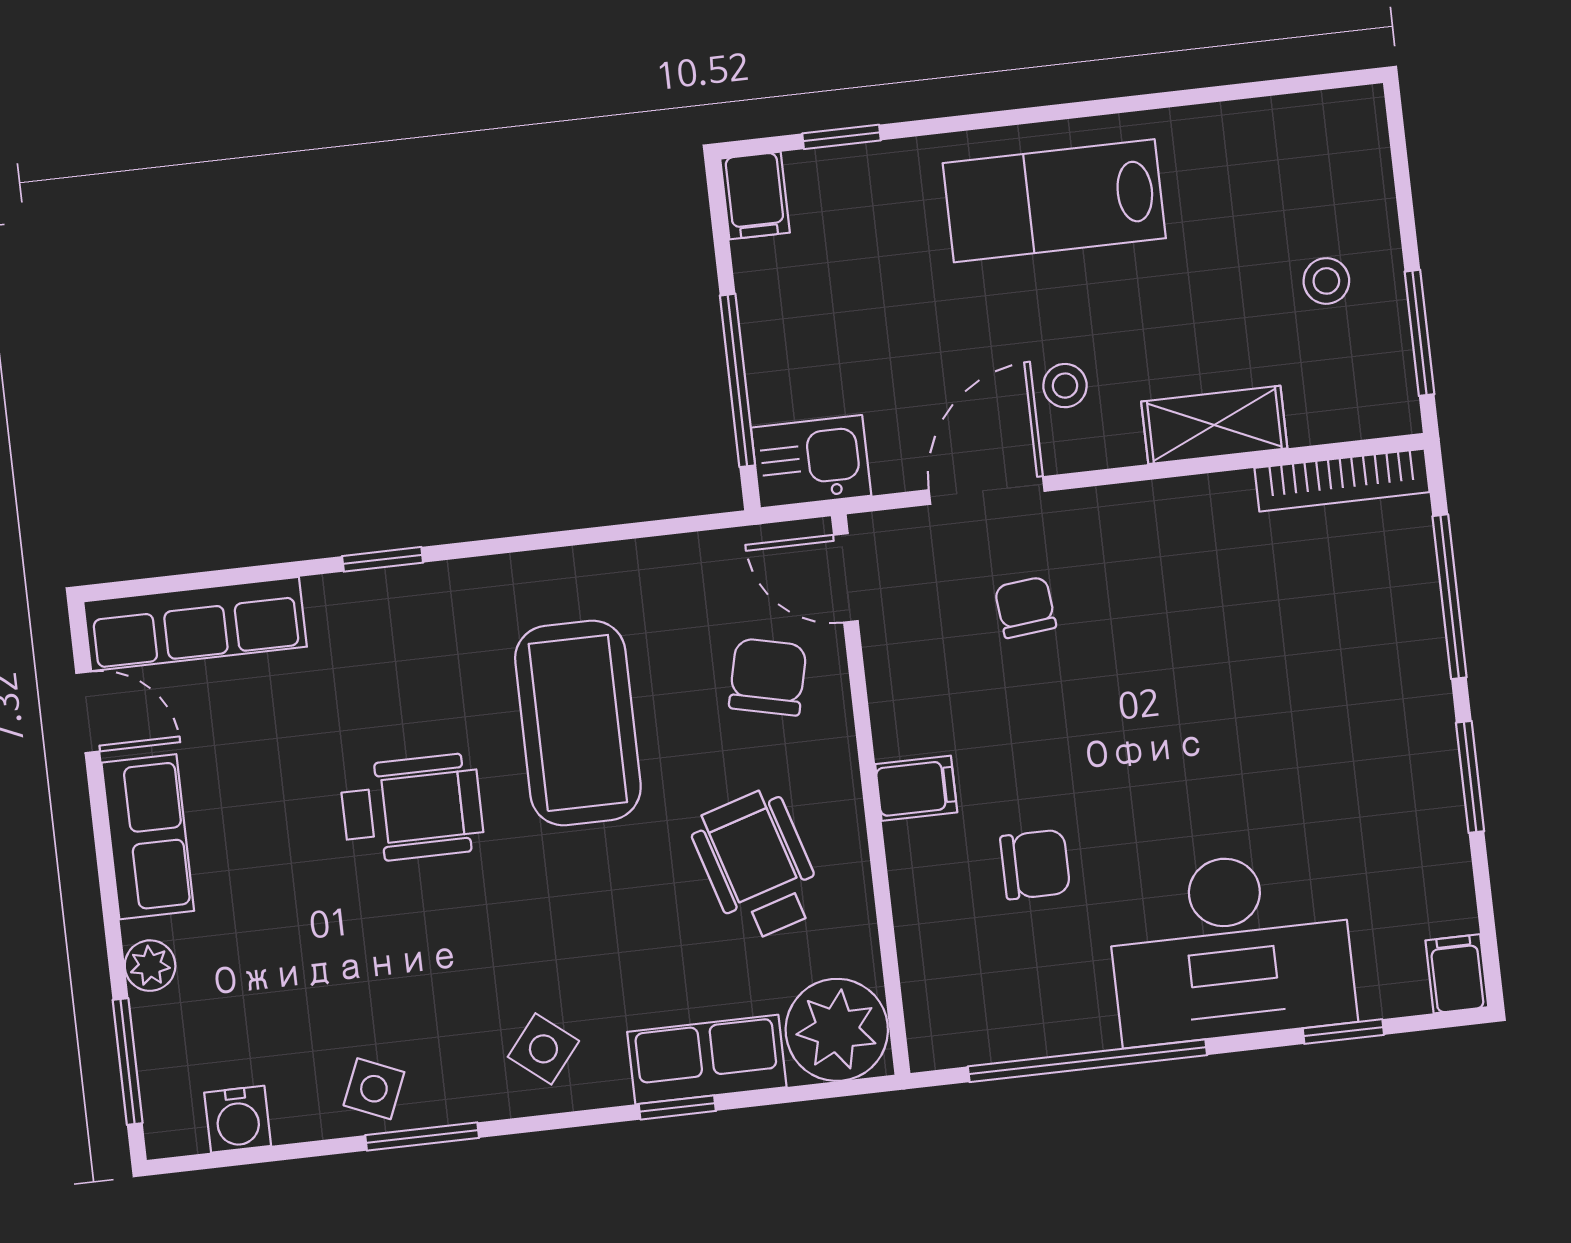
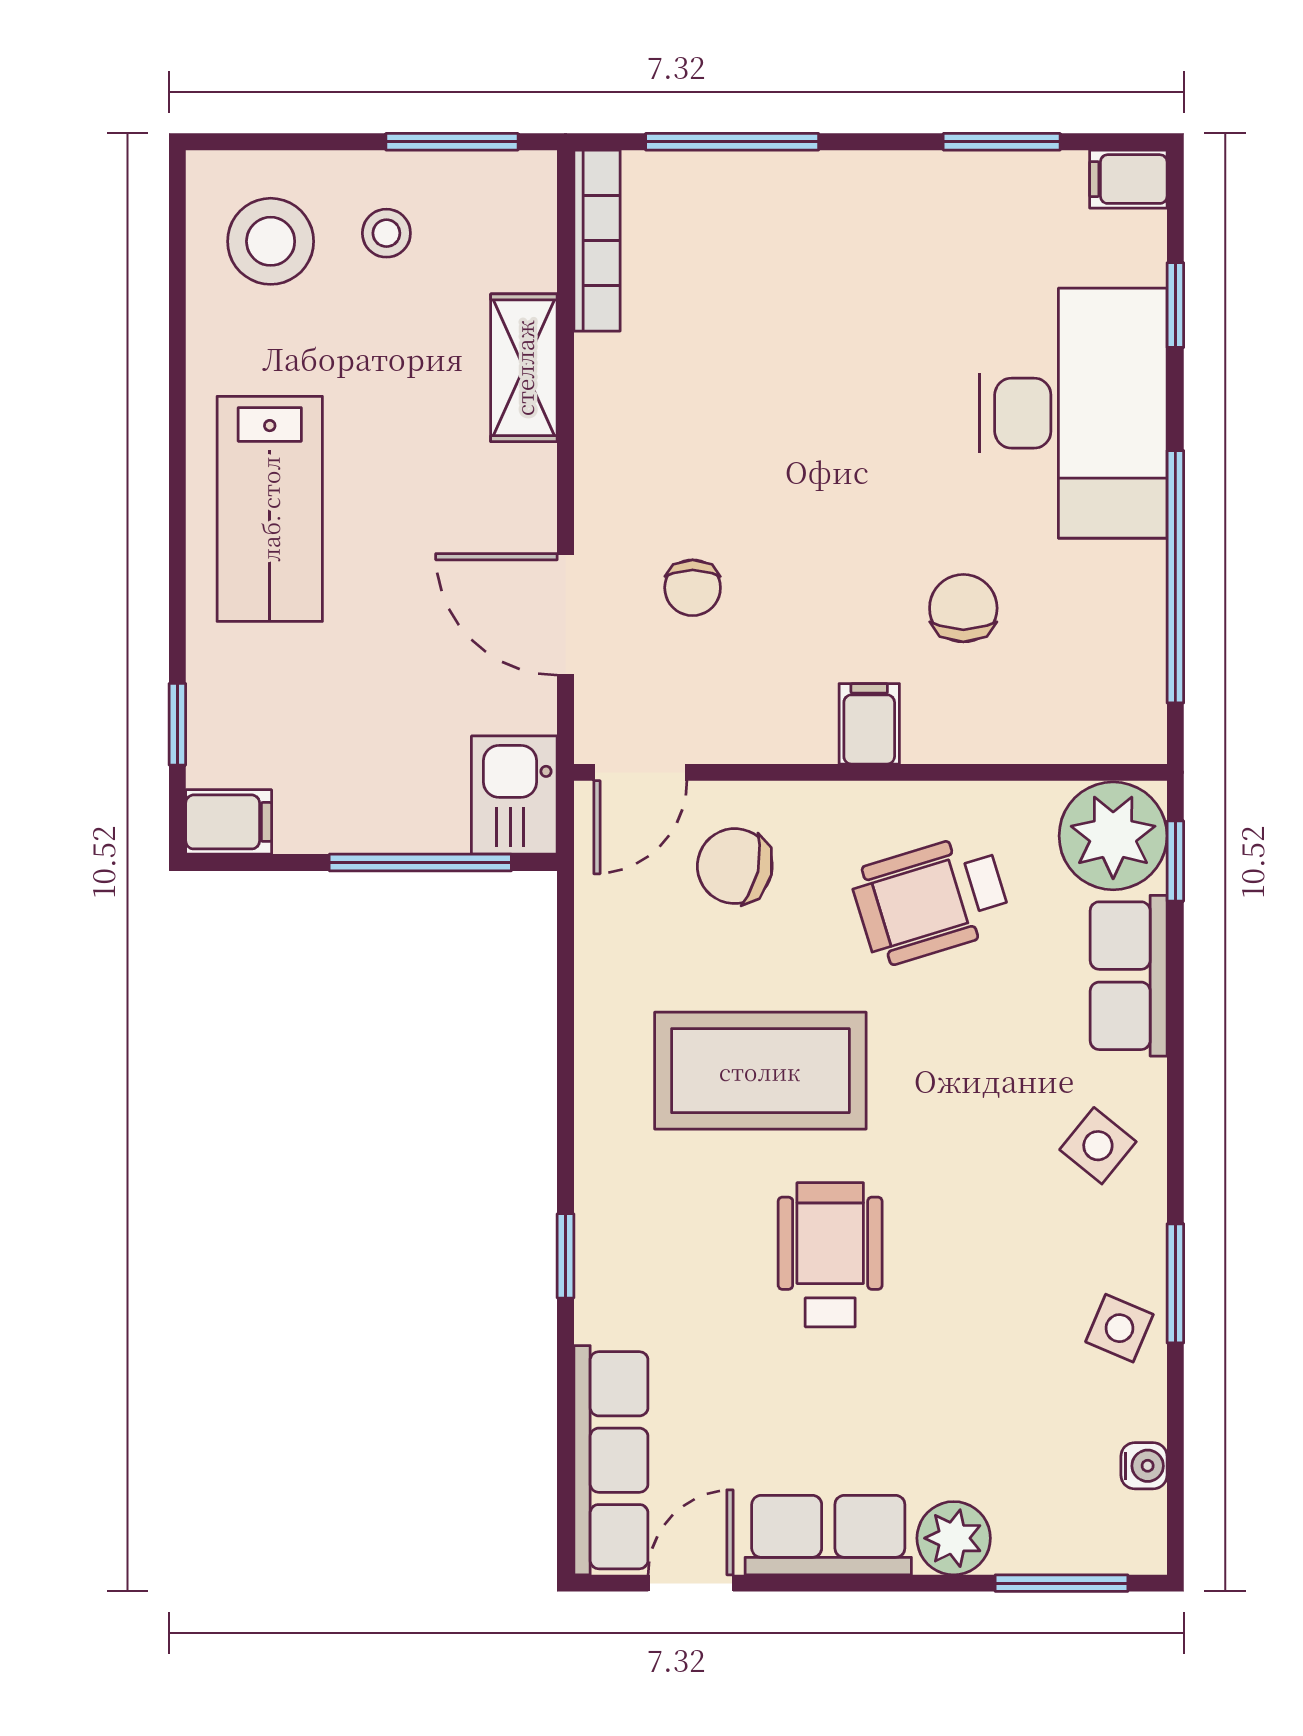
stool: (1065, 386) -> (271, 241), moved, width x1.89, depth x1.89
chair: (1025, 607) -> (693, 588), turned -84
window: (1470, 777) -> (1002, 142), moved
plant: (150, 966) -> (954, 1538), width x1.38, depth x1.38
window: (677, 1107) -> (1175, 861), moved
water cooler: (238, 1119) -> (1144, 1466), width x0.72, depth x0.72

